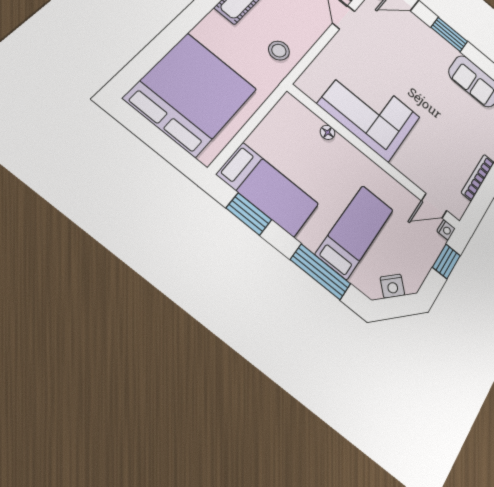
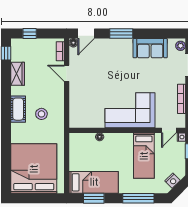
stool: (279, 51) -> (41, 114), moved
corner sofa: (369, 111) -> (130, 110), moved
bed: (355, 232) -> (144, 156), moved, turned 180

